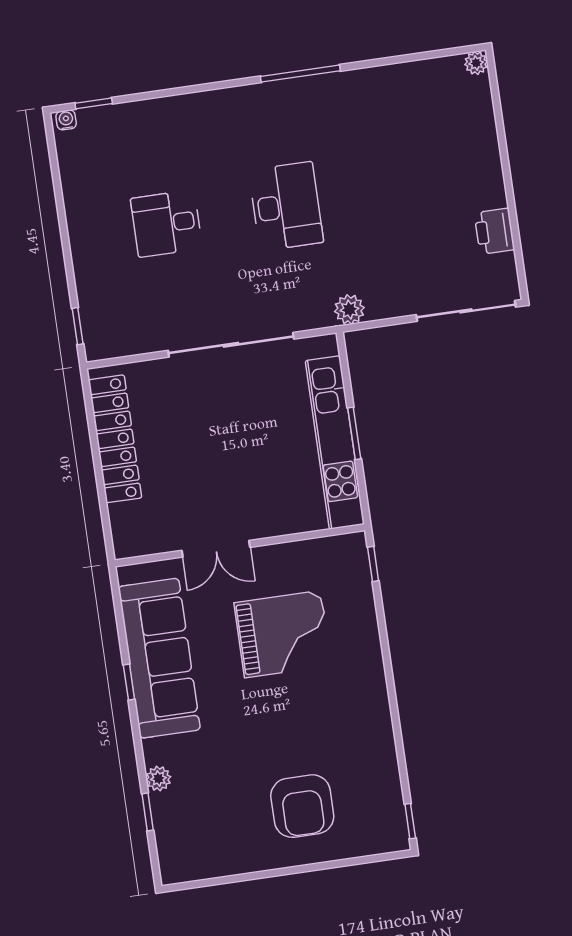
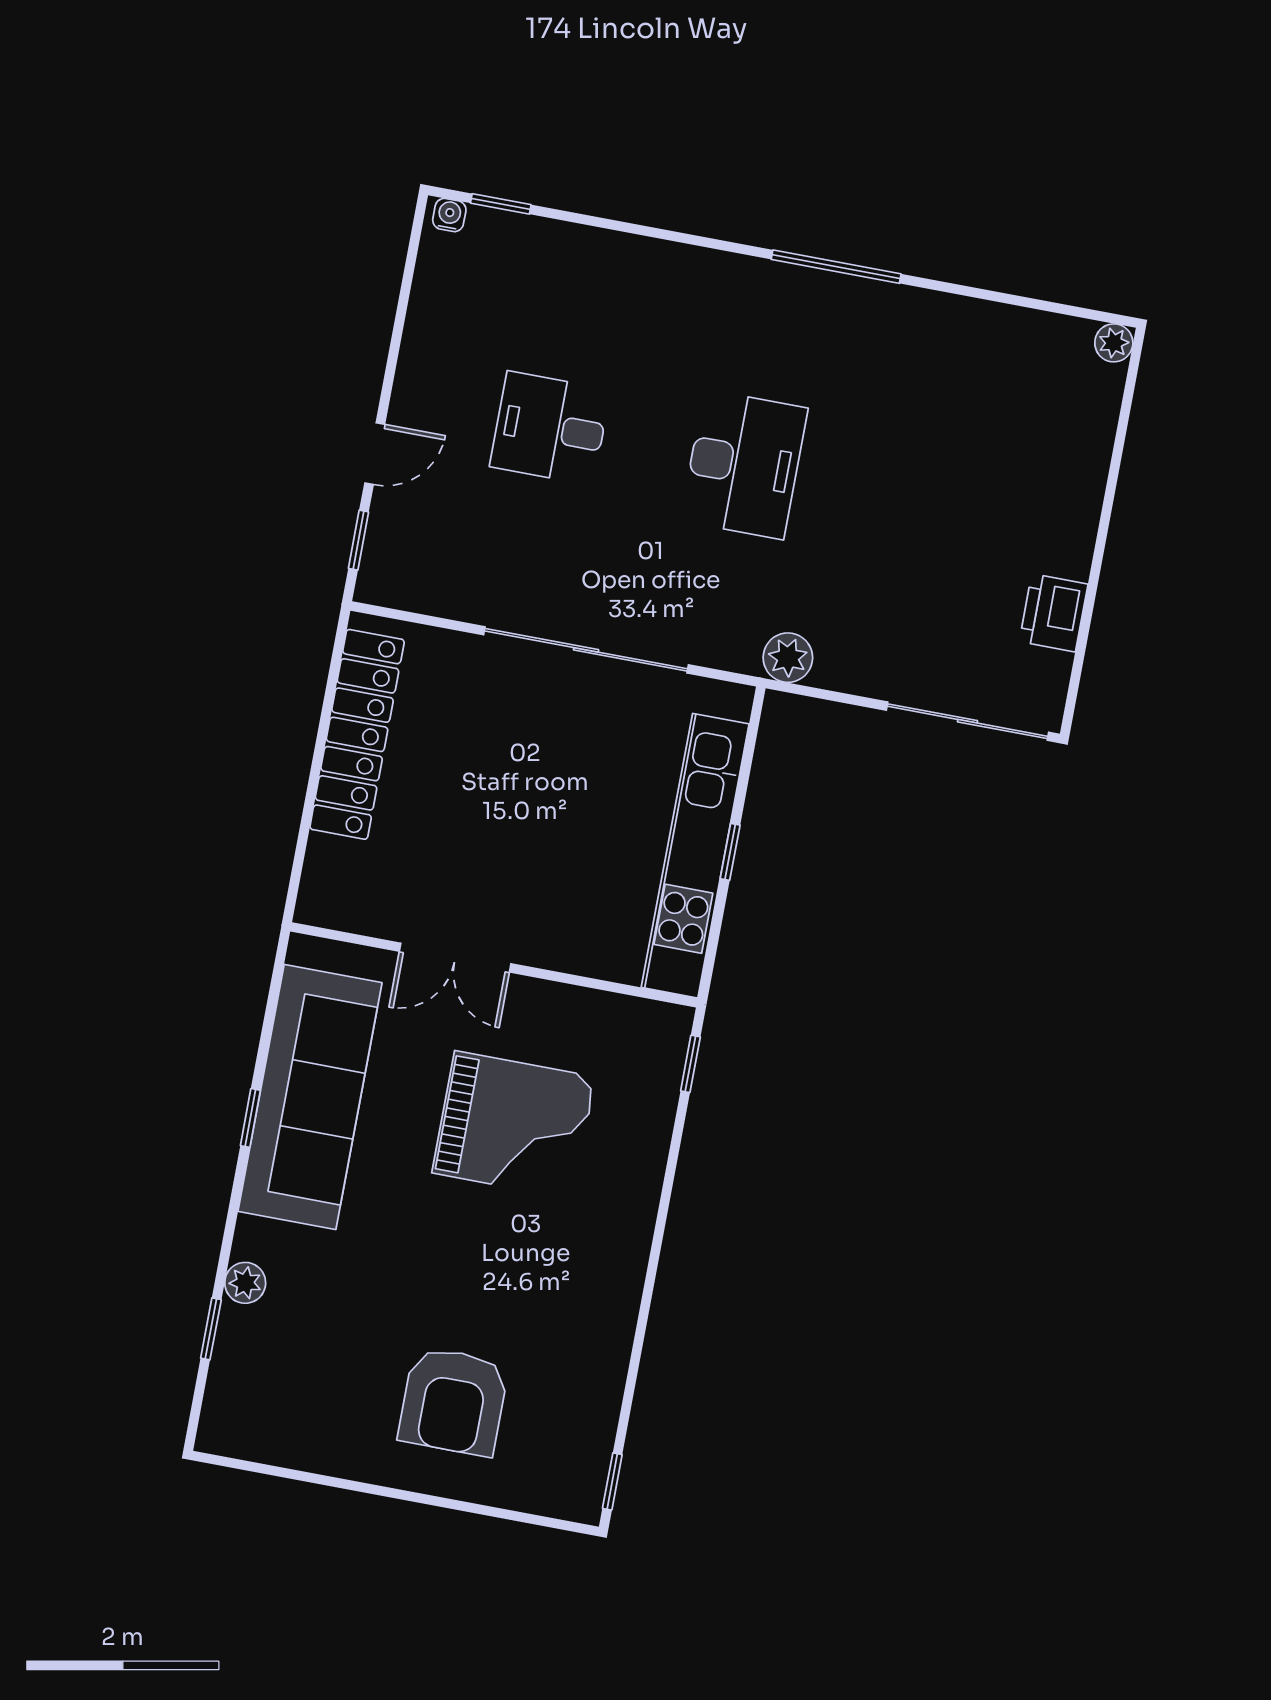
door: (70, 273) -> (375, 454), added
window: (354, 433) -> (730, 852), width x0.67

